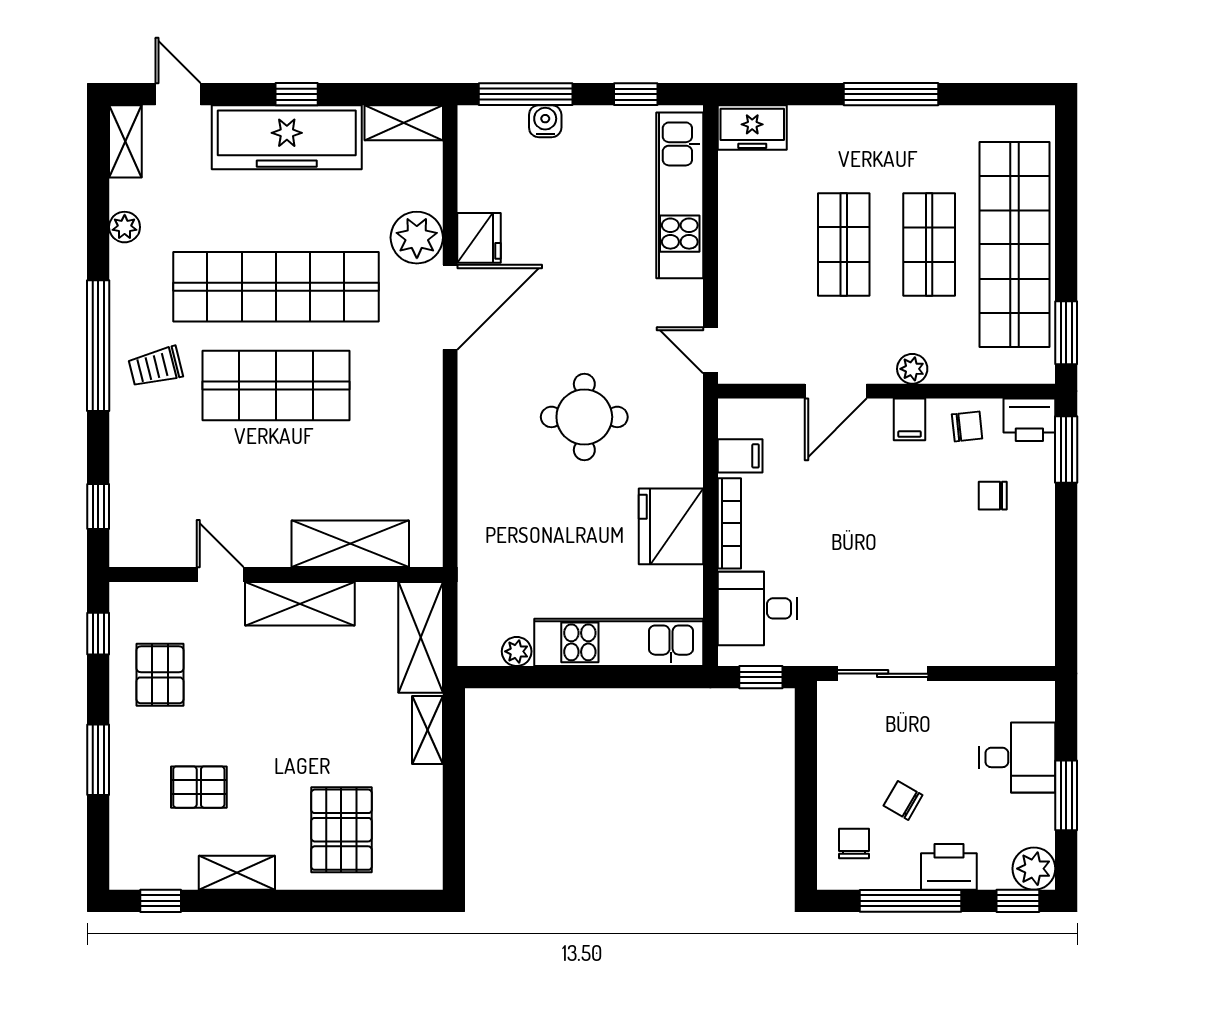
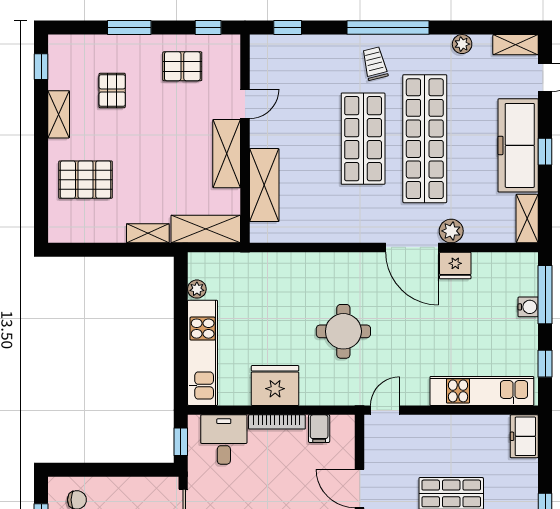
plant: (417, 238) -> (451, 231), width x0.73, depth x0.73

